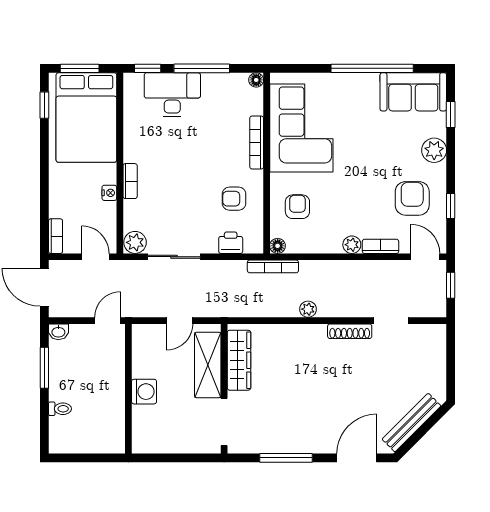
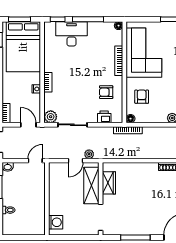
plant: (308, 309) -> (89, 154), moved
wardrobe: (239, 360) -> (109, 183), width x0.67
washing machine: (144, 392) -> (56, 222), moved

